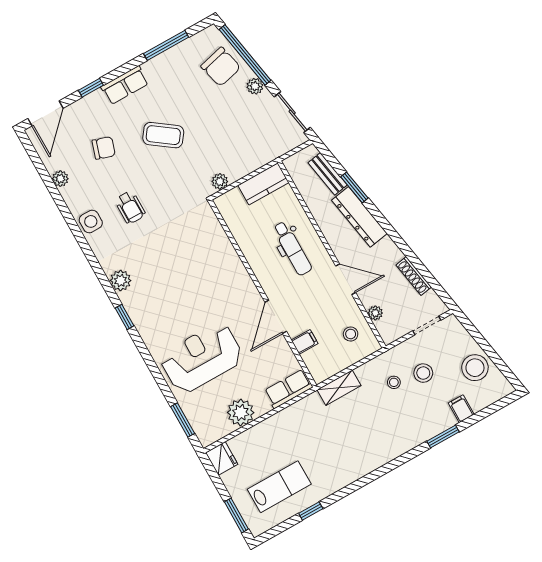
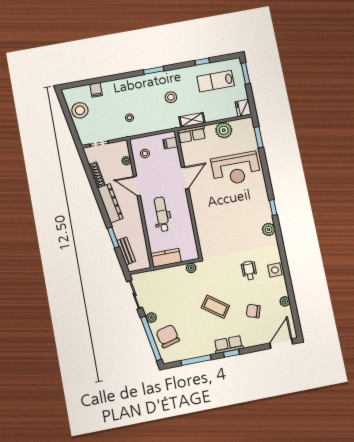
window: (91, 88) -> (231, 353), moved
dresser: (359, 217) -> (110, 203), moved
filing cabinet: (305, 342) -> (170, 143), moved
stool: (423, 373) -> (171, 97), moved
shelving: (339, 388) -> (192, 120), moved
window: (443, 436) -> (154, 70), moved

